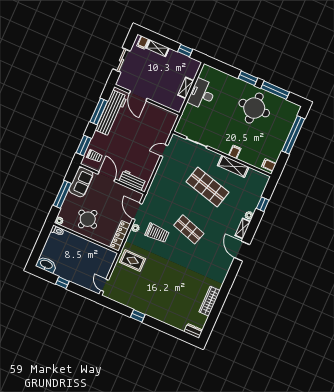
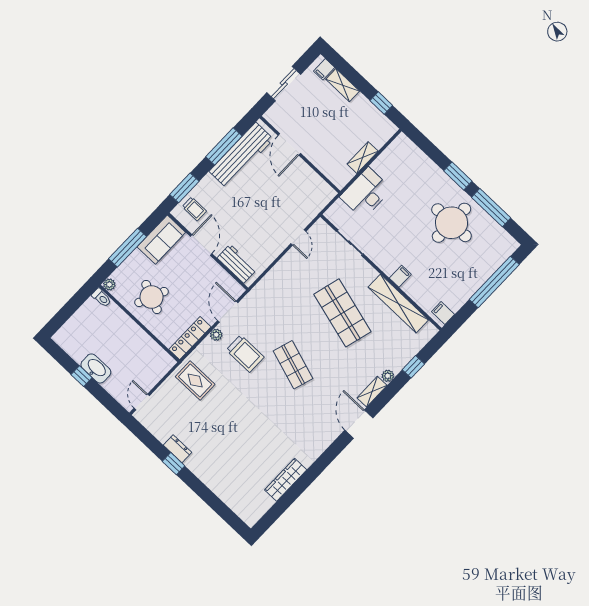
desk: (202, 94) -> (366, 193), moved
door: (164, 151) -> (298, 237), swing flipped
shelving: (233, 166) -> (398, 304), width x1.47
washbasin: (46, 265) -> (96, 368), moved
dresser: (193, 331) -> (177, 449), moved

